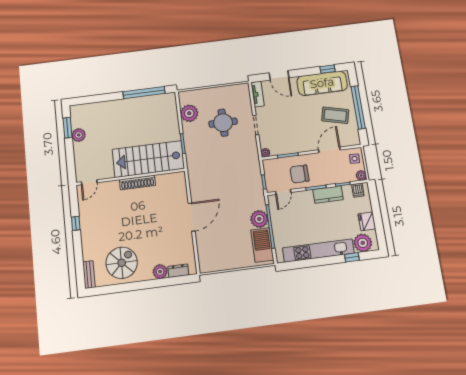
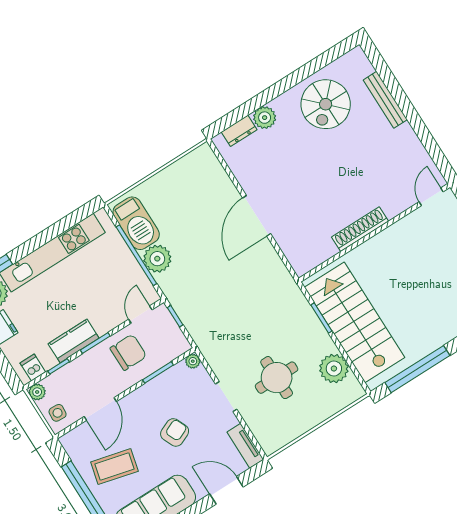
armchair: (293, 119) -> (175, 432), added
stairs: (148, 159) -> (355, 322), moved, turned -90
window: (76, 223) -> (420, 129), removed
bench: (89, 275) -> (385, 100), moved, width x1.36

